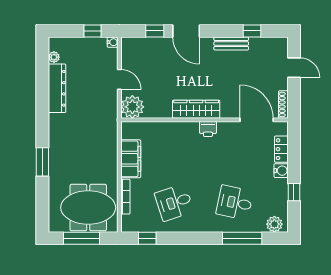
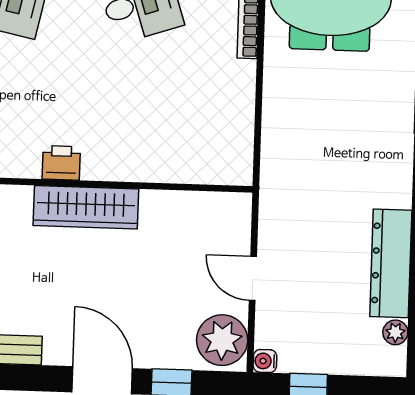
plant: (132, 107) -> (222, 340), moved
filing cabinet: (131, 159) -> (234, 103), removed

